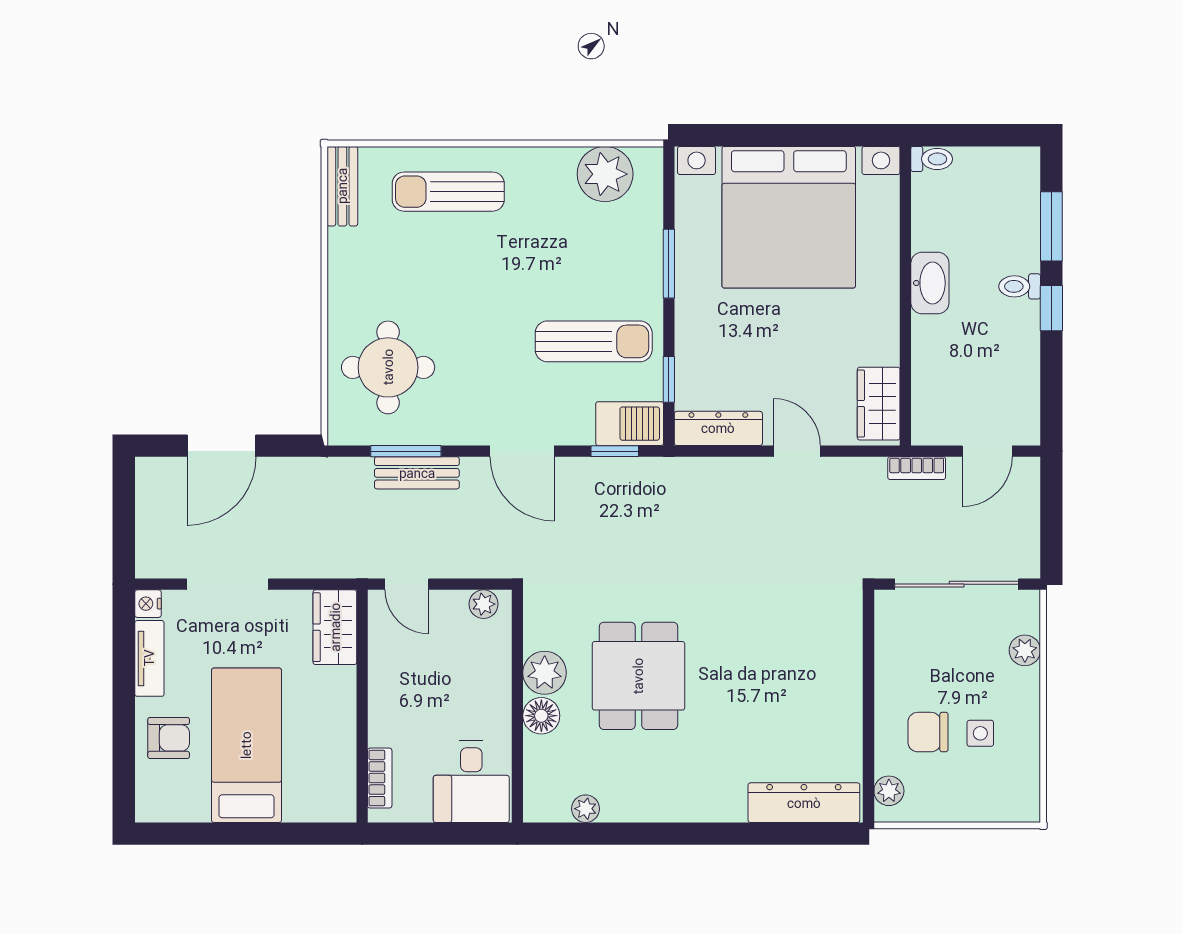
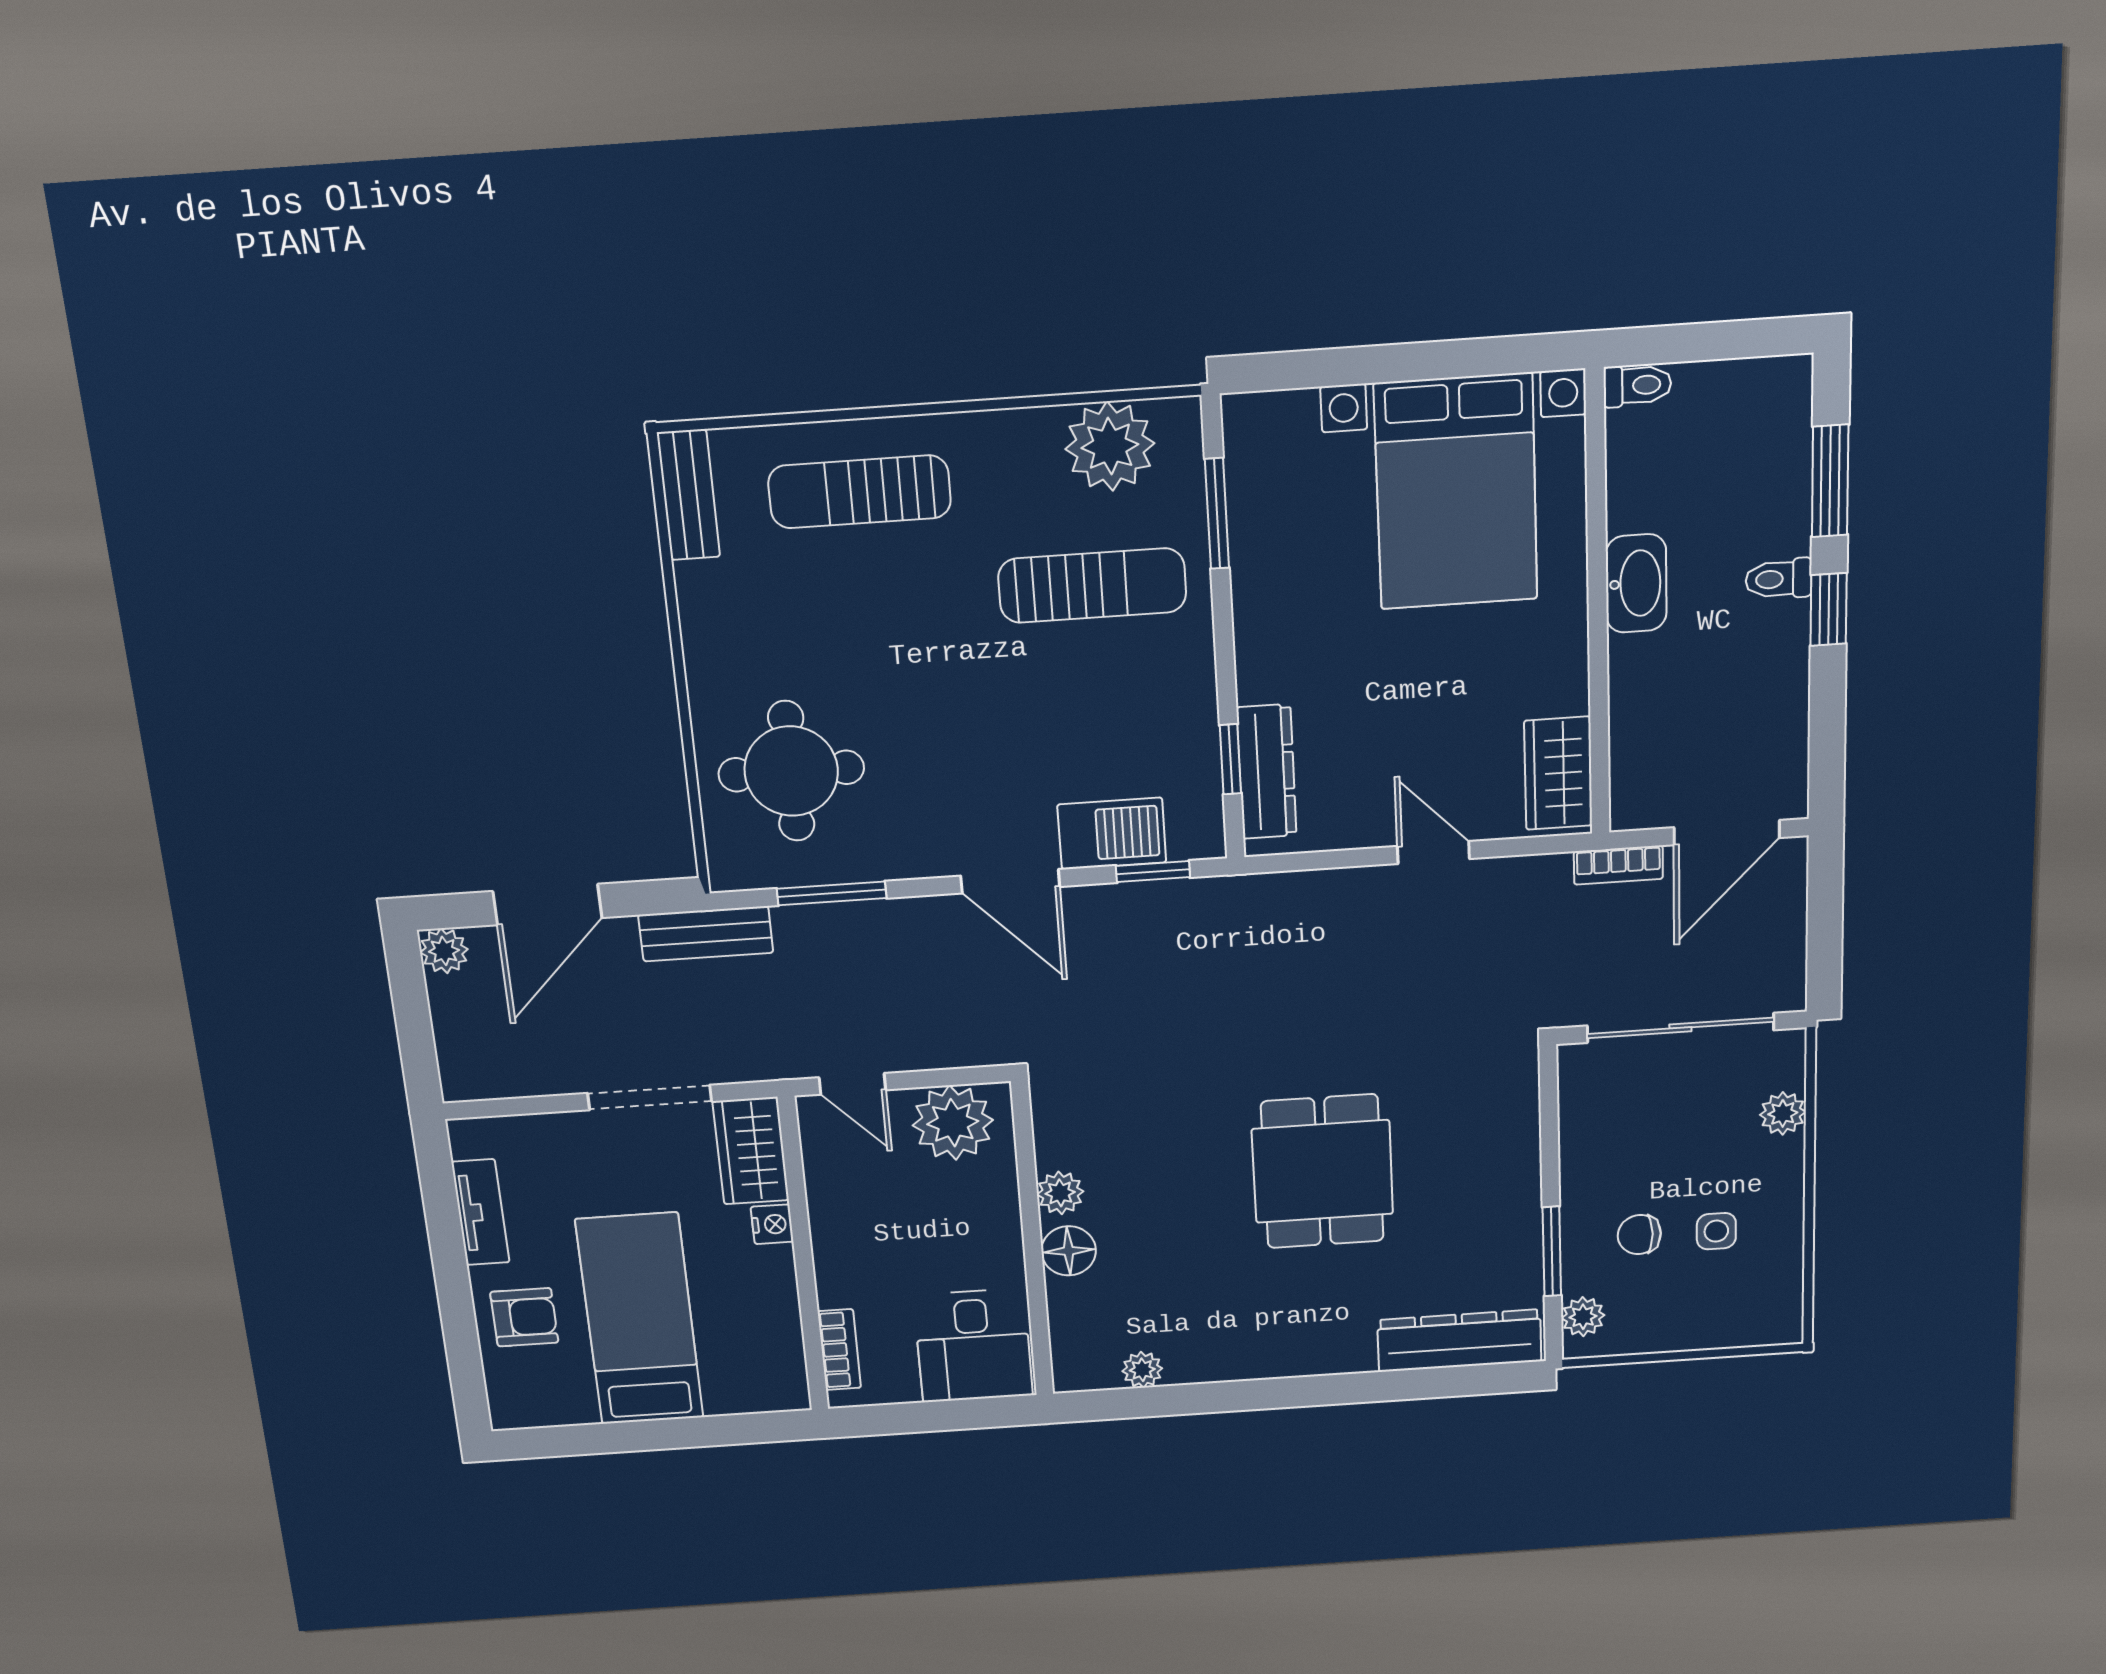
bed with nightstands: (789, 217) -> (1456, 492), width x0.73
window: (669, 264) -> (1217, 514), moved
sun lounger: (594, 341) -> (1092, 586), moved
barbecue: (630, 424) -> (1112, 834), moved
dresser: (718, 428) -> (1267, 772), moved, turned 90
door: (987, 451) -> (1727, 833), width x1.38
plant: (151, 472) -> (444, 951), added
bench: (417, 473) -> (706, 934), moved
doorway: (228, 584) -> (650, 1097), moved
nightstand: (148, 604) -> (772, 1224), moved, turned 180
plant: (484, 604) -> (953, 1123), width x1.88, depth x1.88
plant: (545, 673) -> (1060, 1193), width x0.73, depth x0.73
dining table: (638, 676) -> (1322, 1171), moved
chair: (928, 732) -> (1639, 1235), width x0.73, depth x0.73
window: (868, 740) -> (1552, 1251), added

